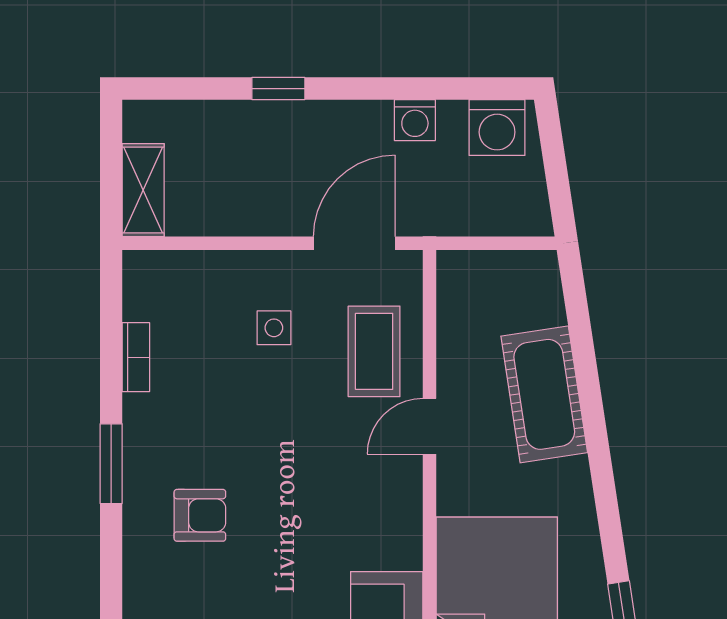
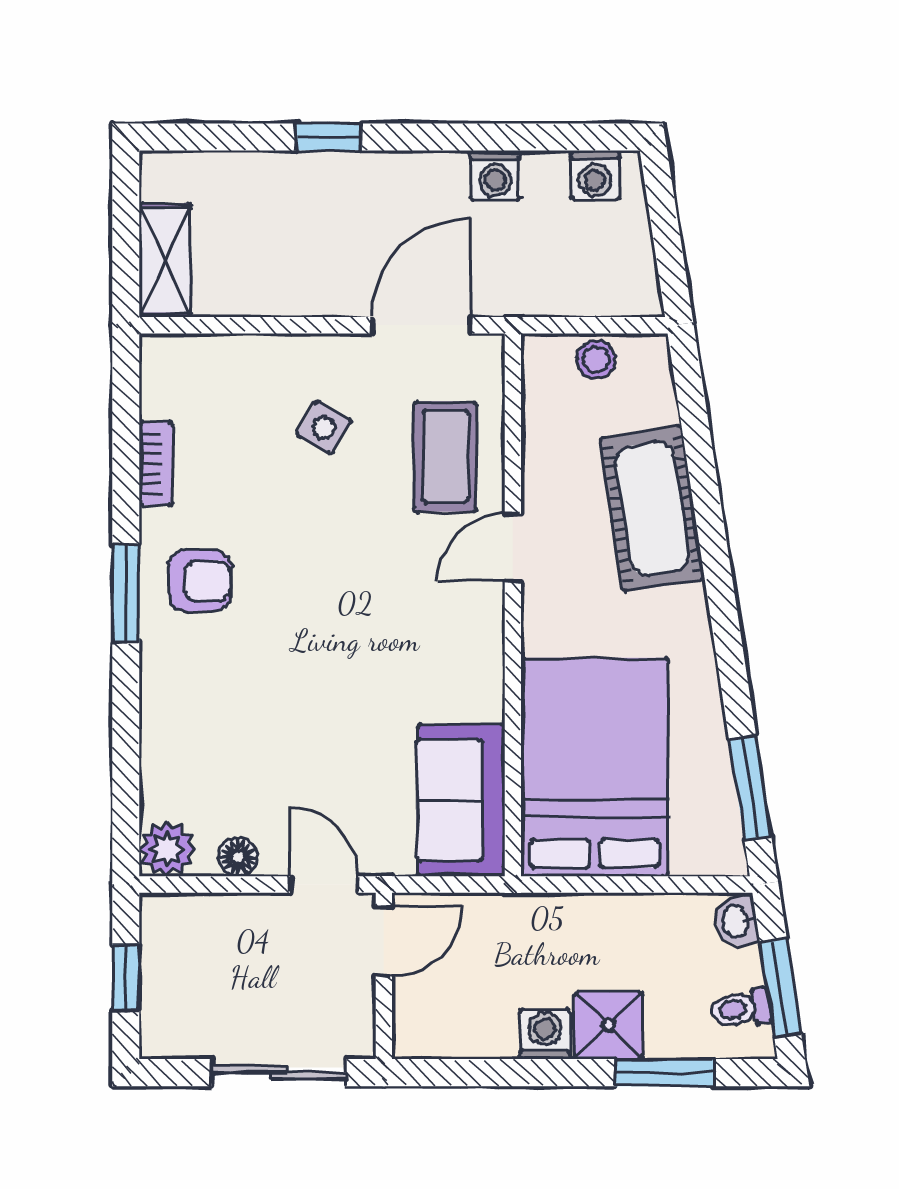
washing machine: (497, 128) -> (595, 175), width x0.73, depth x0.73
stool: (498, 272) -> (596, 359), added
side table: (274, 328) -> (324, 428), turned 31
armchair: (200, 515) -> (200, 581), moved

